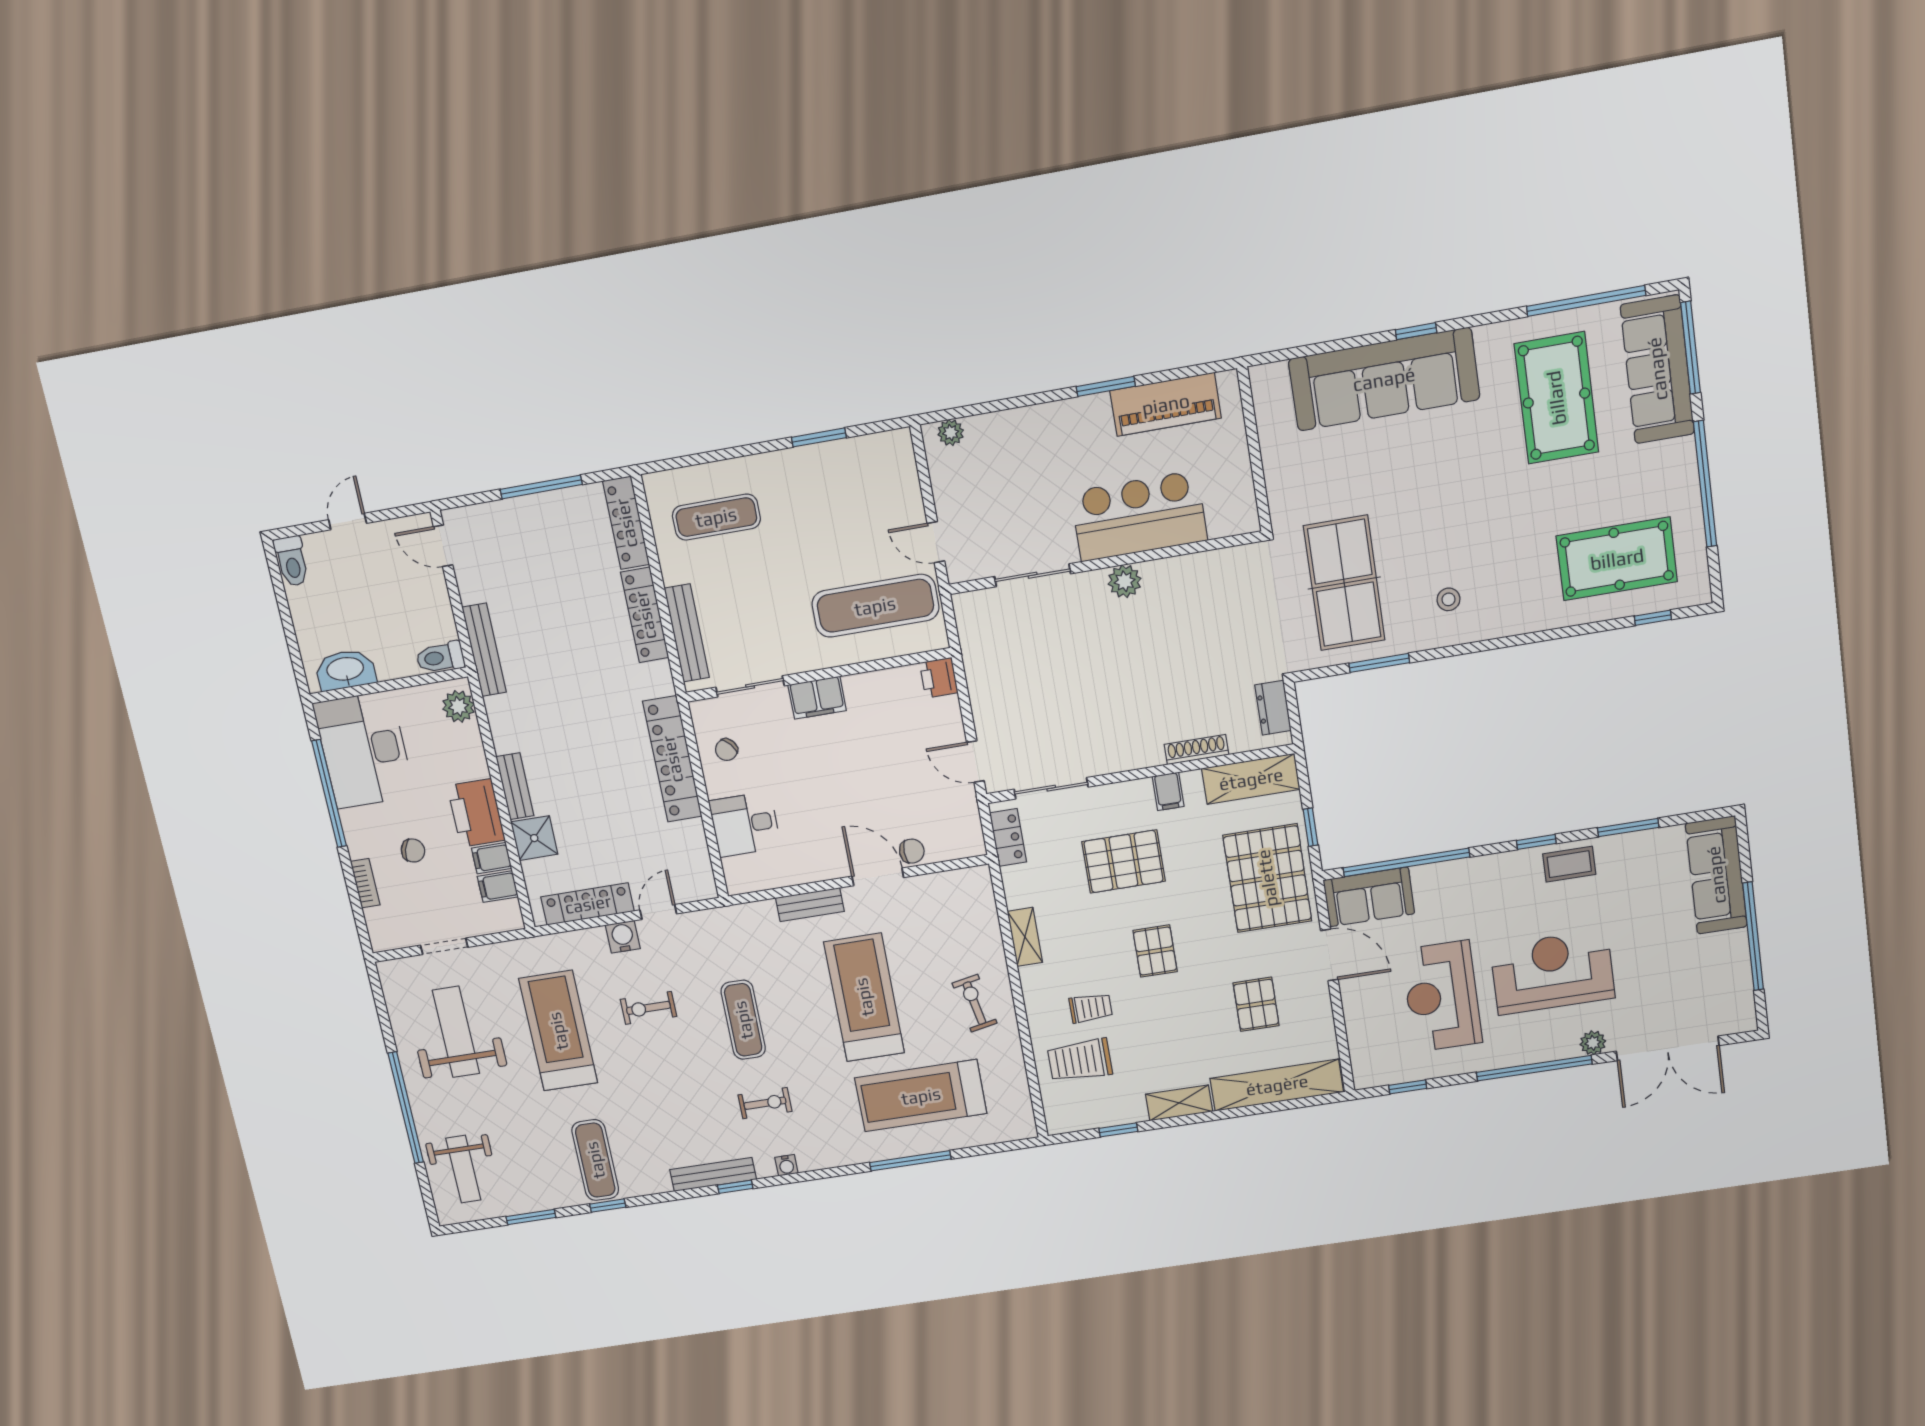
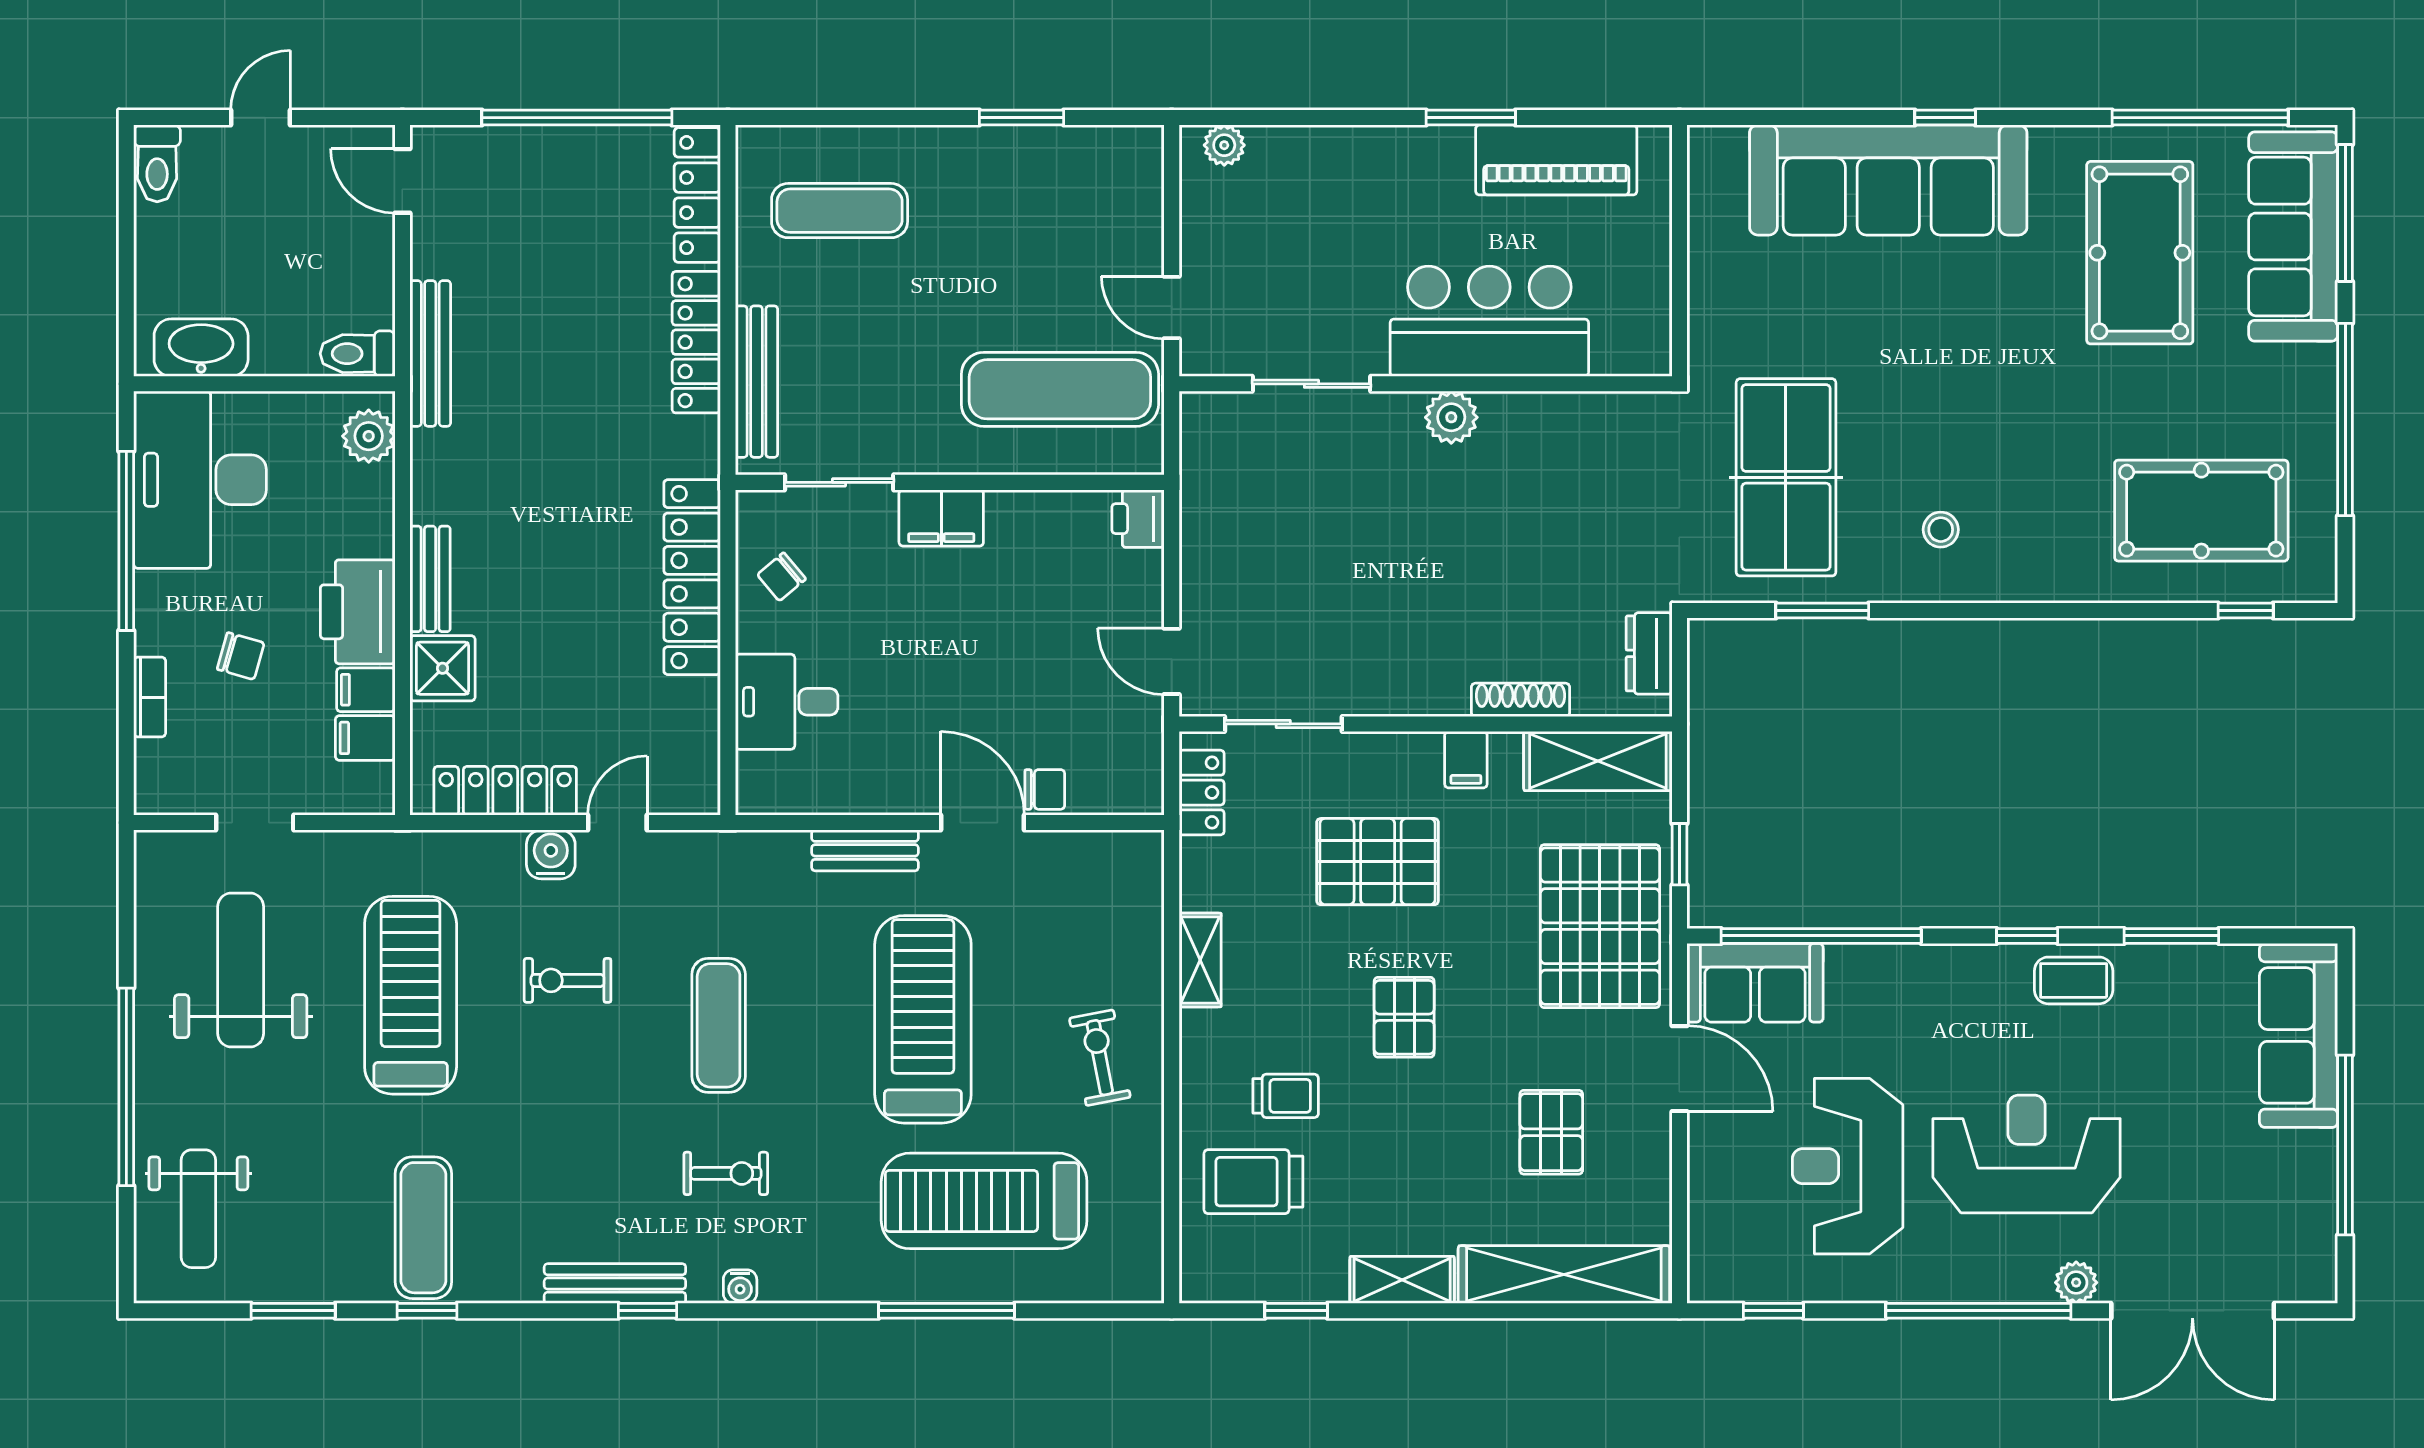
window: (541, 487) -> (577, 118), width x1.46

